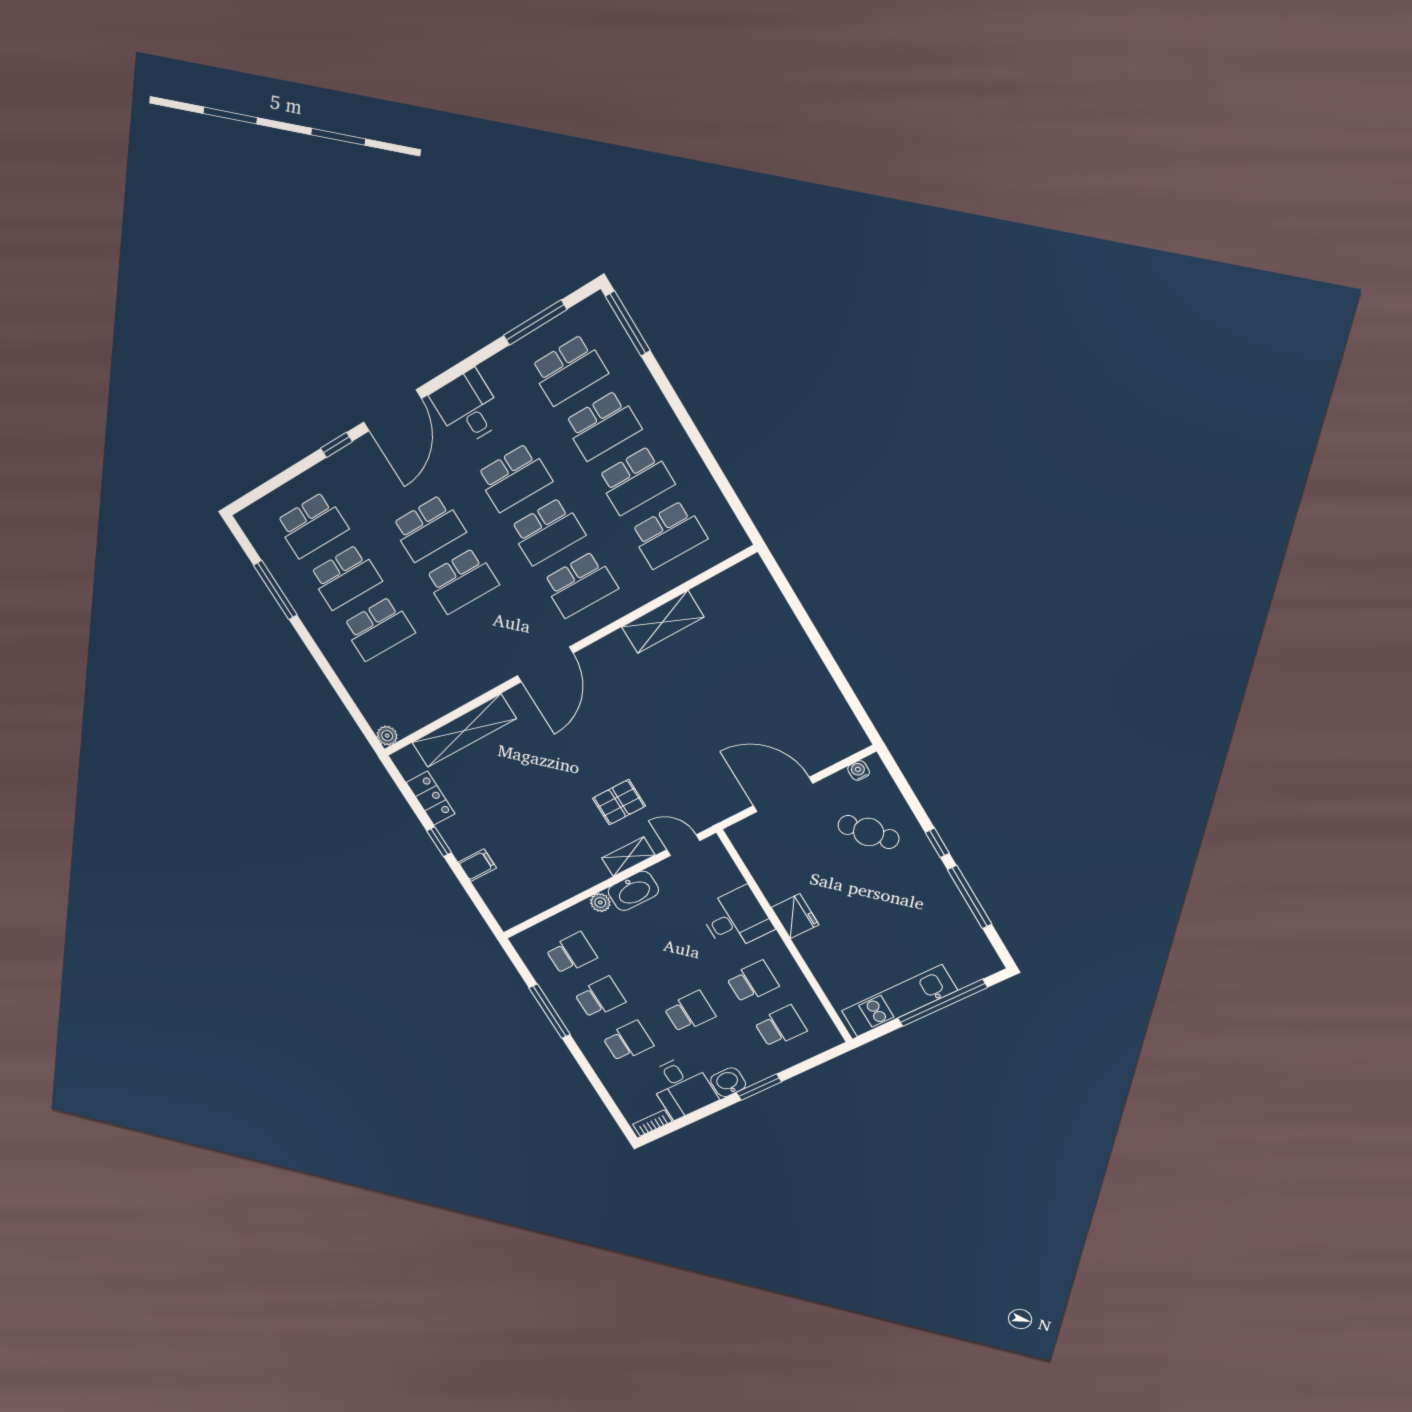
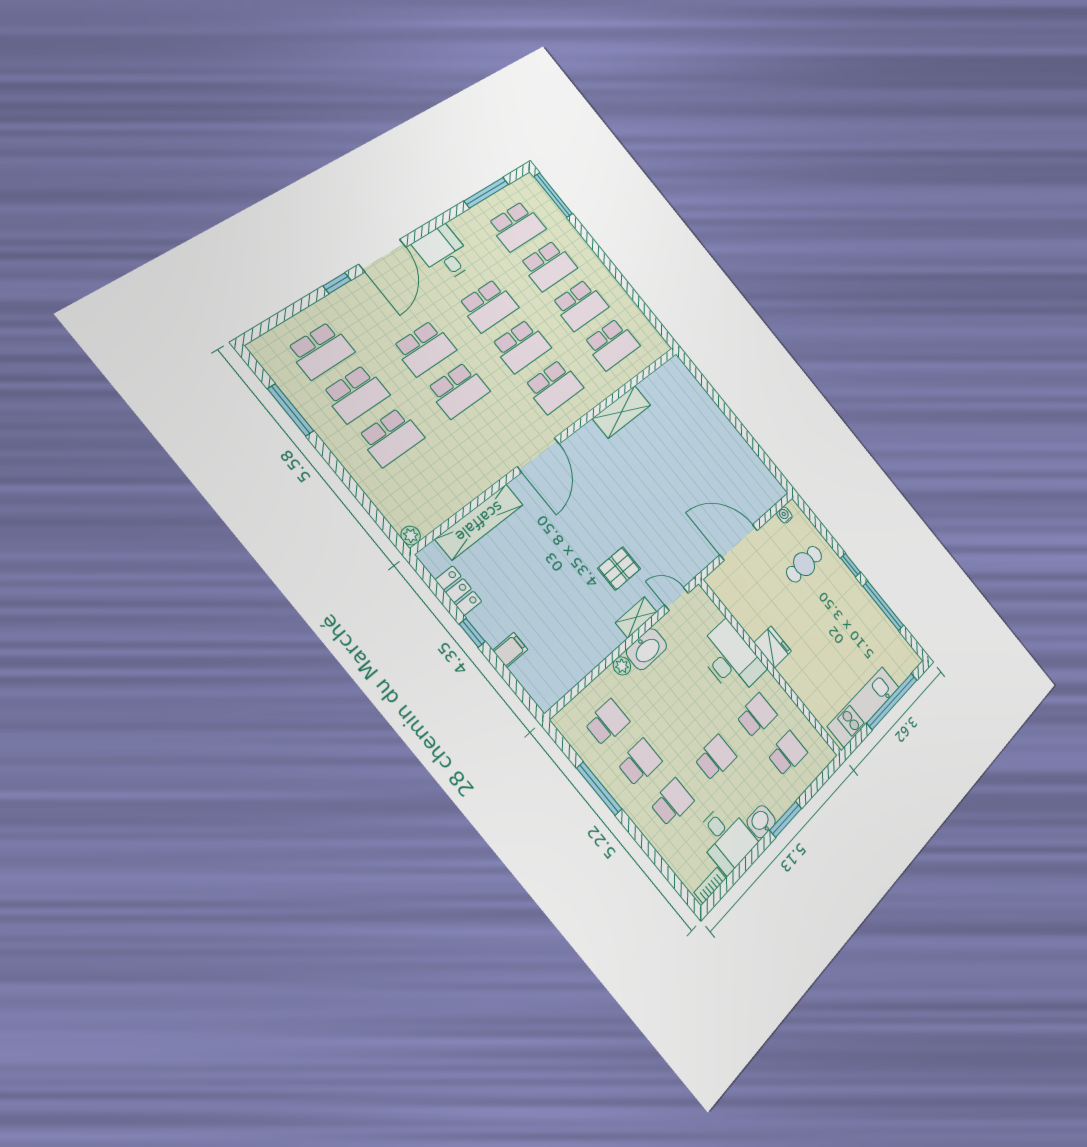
cafe table: (869, 832) -> (804, 564), turned -48
desk: (736, 919) -> (731, 659), width x1.37

